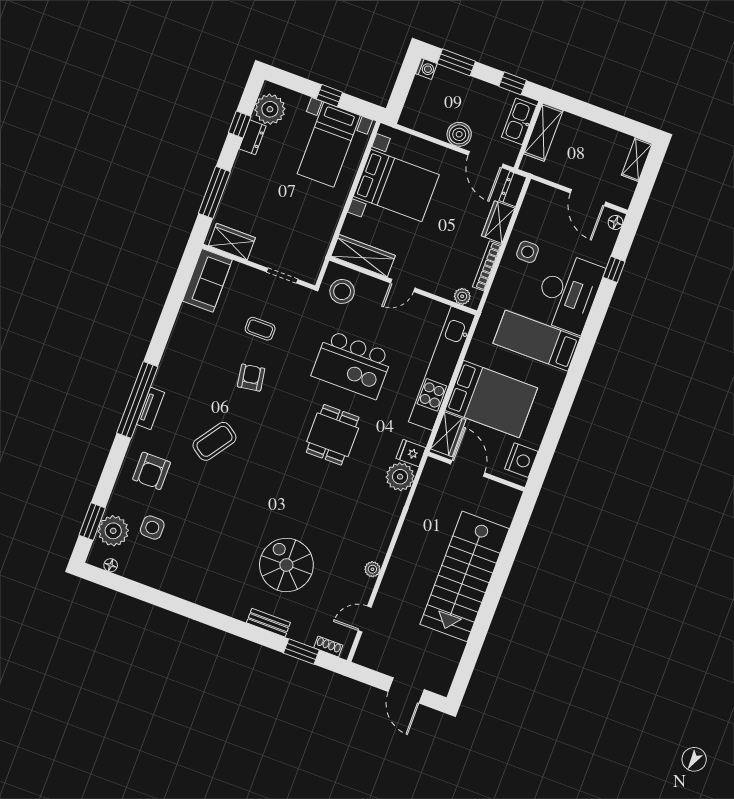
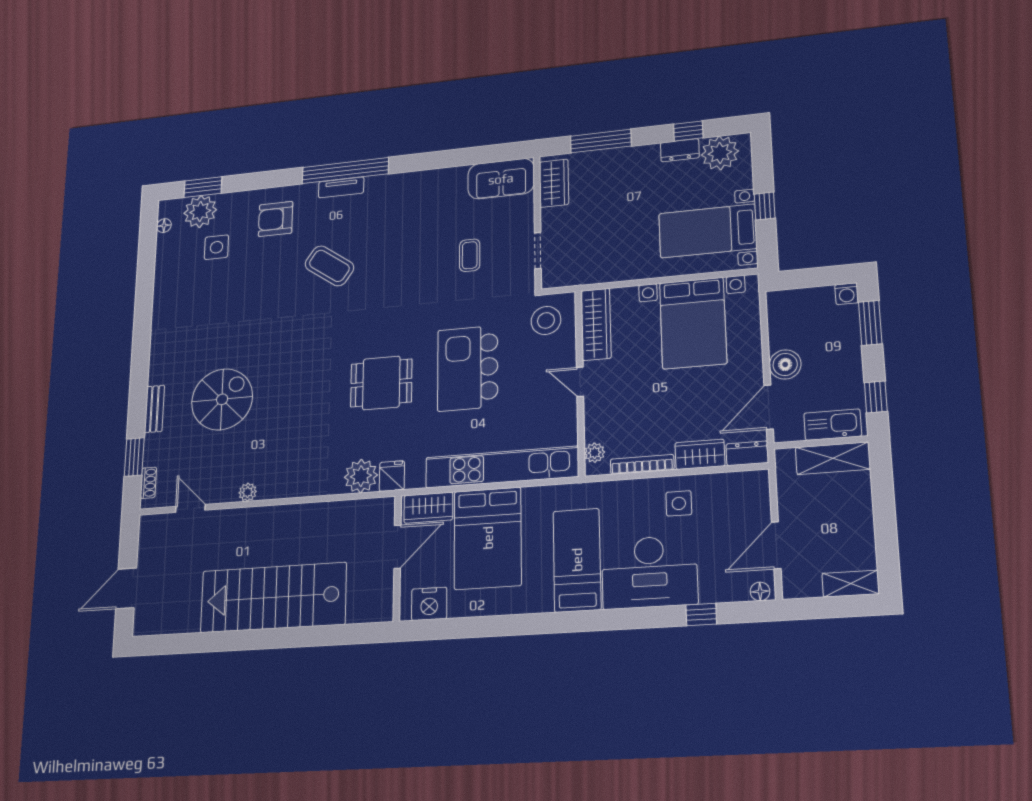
armchair: (251, 378) -> (412, 271), removed

